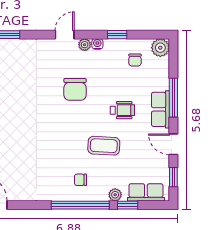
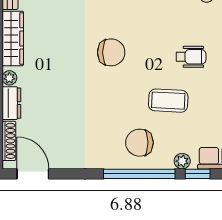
chair: (75, 89) -> (111, 52), moved, turned -90
chair: (80, 180) -> (139, 143), width x1.87, depth x1.87

